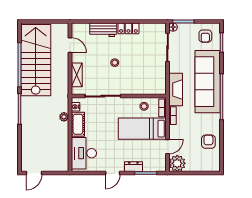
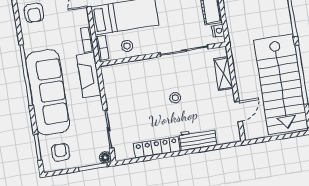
locker: (128, 28) -> (157, 147), width x1.53
door: (70, 45) -> (239, 112), swing flipped
plant: (64, 117) -> (231, 15), removed

